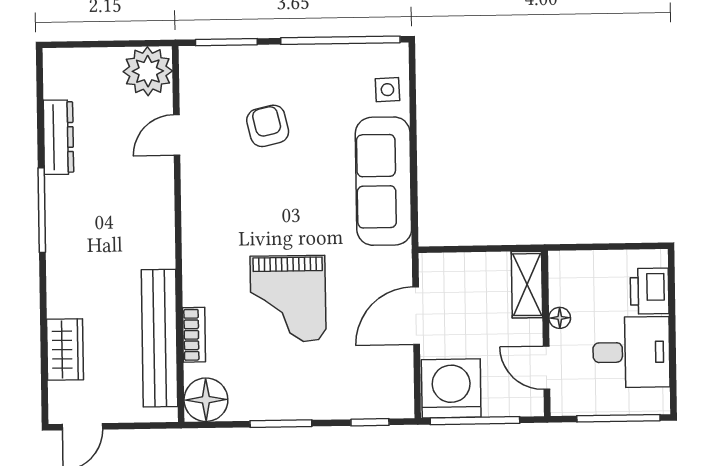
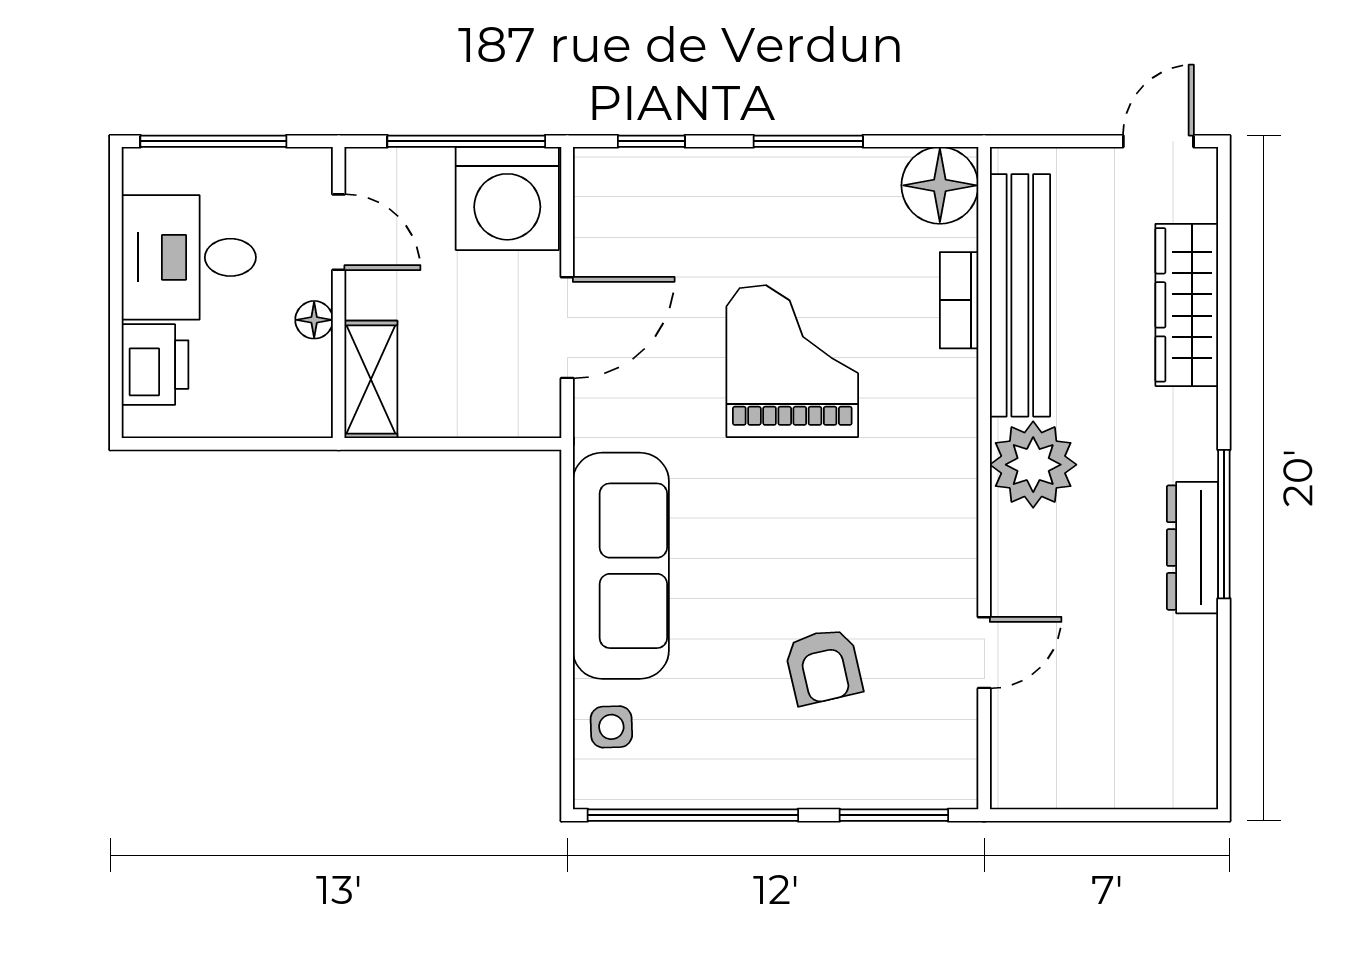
plant: (148, 71) -> (1033, 465), moved
dresser: (58, 137) -> (1193, 548), moved
wardrobe: (65, 349) -> (1187, 305), width x1.50

